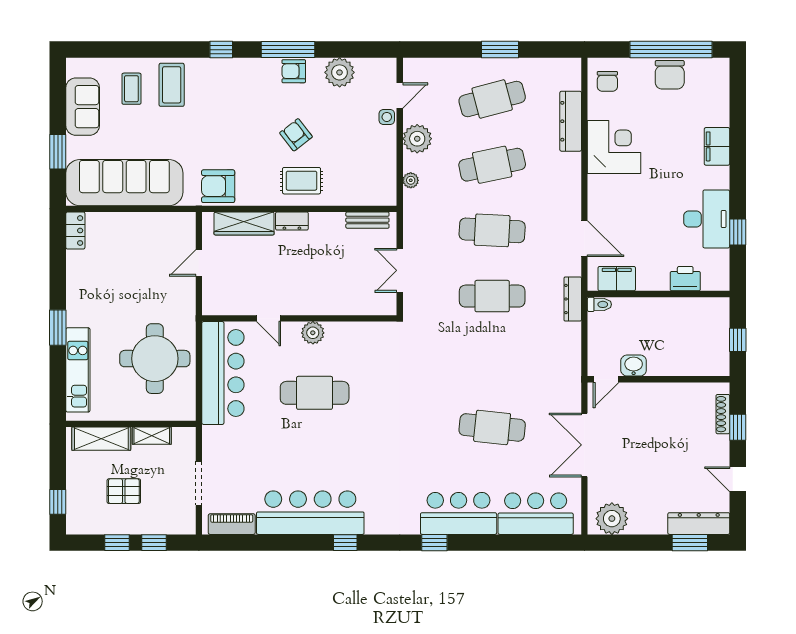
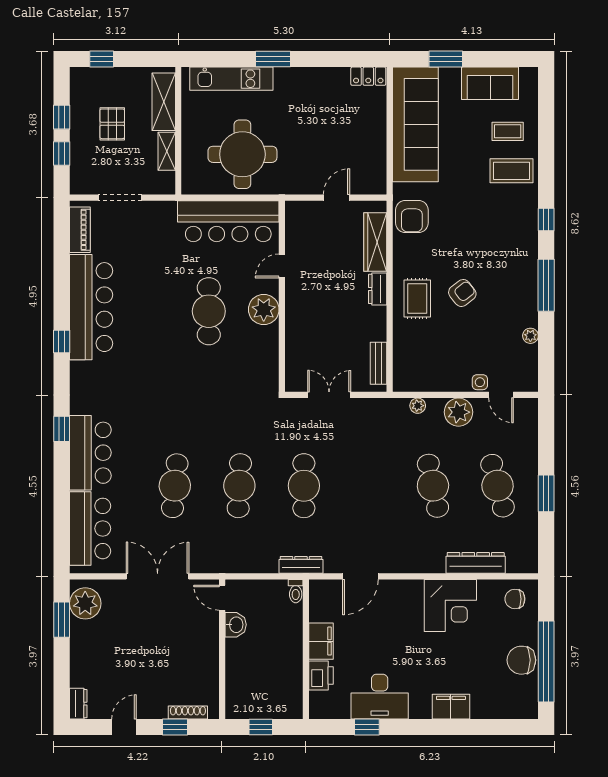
armchair: (294, 71) -> (525, 291), removed
plant: (340, 72) -> (530, 336), width x0.53, depth x0.53
armchair: (218, 186) -> (412, 216), turned 180
cafe table: (492, 230) -> (239, 486), moved
door: (199, 263) -> (336, 198), hinge flipped
filing cabinet: (617, 279) -> (321, 641), moved
plant: (313, 333) -> (264, 310), width x1.36, depth x1.36
dresser: (699, 524) -> (78, 704), width x0.51, depth x0.80
window: (690, 543) -> (62, 620), moved

